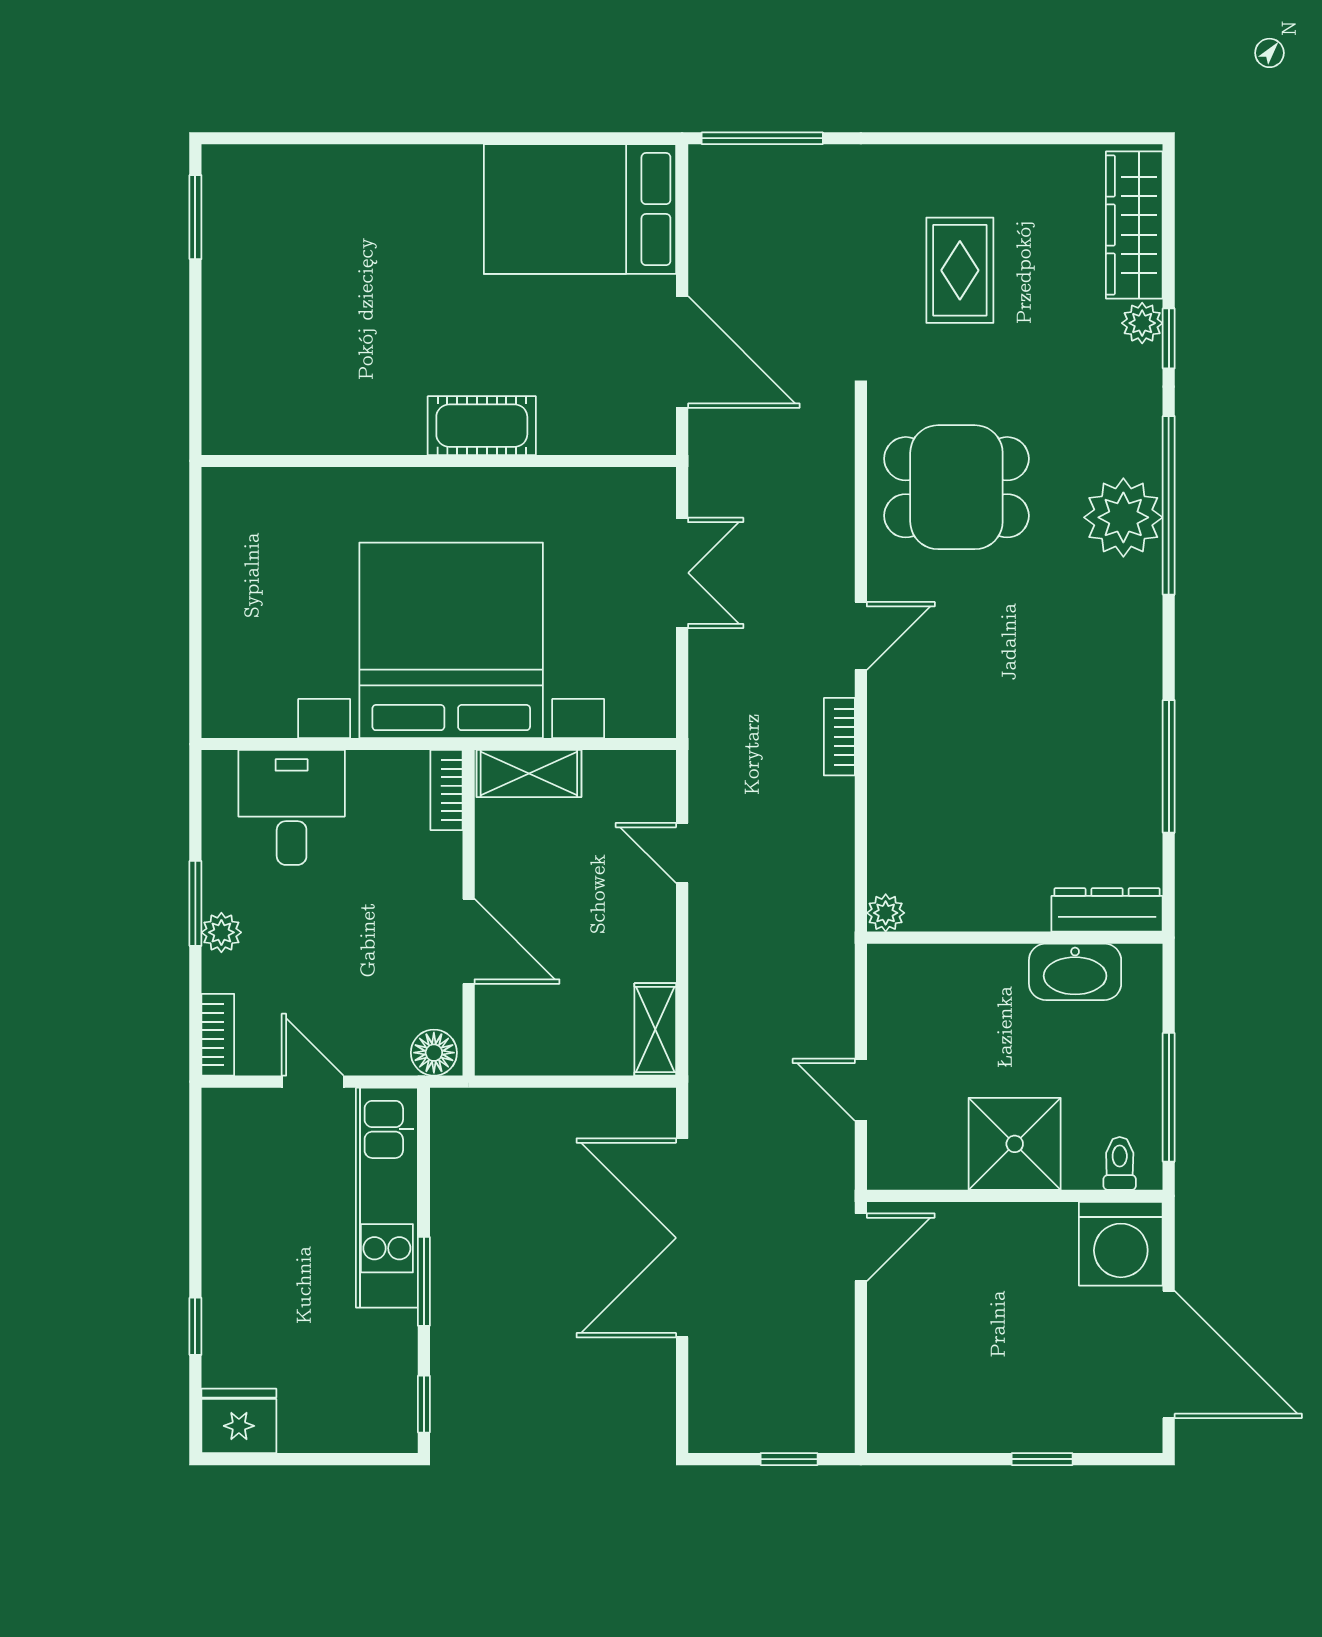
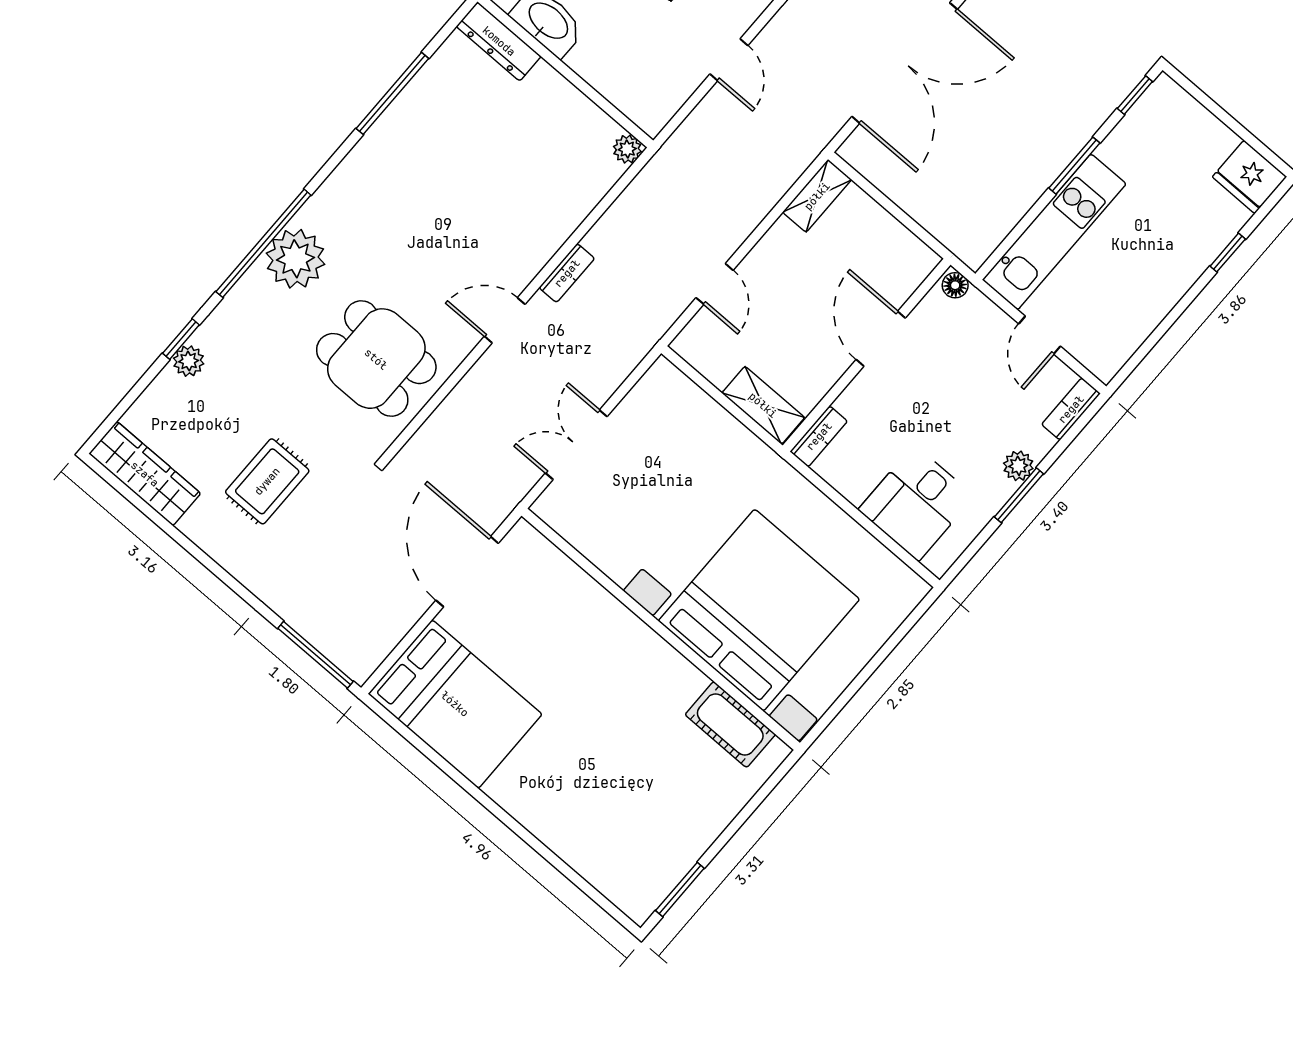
wardrobe: (1134, 225) -> (145, 474), moved, turned -90
cot: (482, 426) -> (730, 724), moved
bed with nightstands: (451, 640) -> (759, 610), moved, turned 180
floor lamp: (434, 1053) -> (955, 285), width x0.73, depth x0.73

